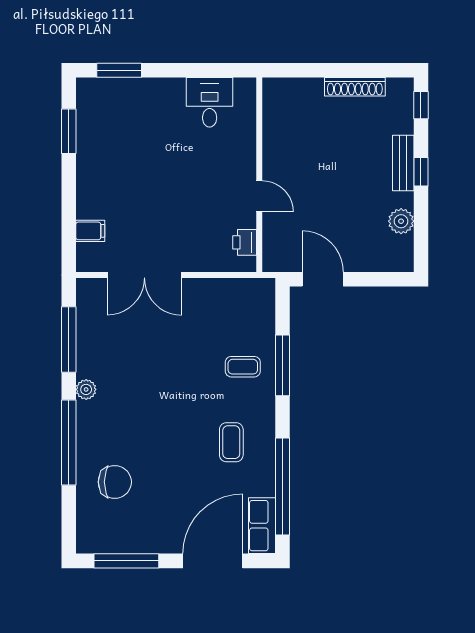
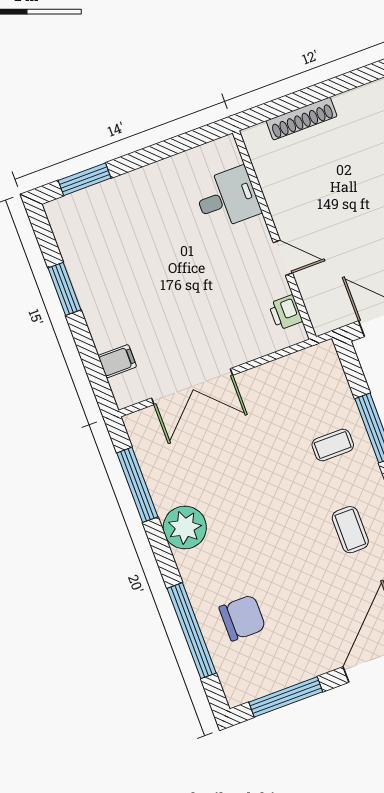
shoe rack: (355, 87) -> (302, 119), moved
desk: (210, 102) -> (227, 198), moved, turned 90
window: (69, 131) -> (64, 289), moved
plant: (86, 389) -> (185, 528), width x1.87, depth x1.87
window: (69, 442) -> (192, 631), moved

